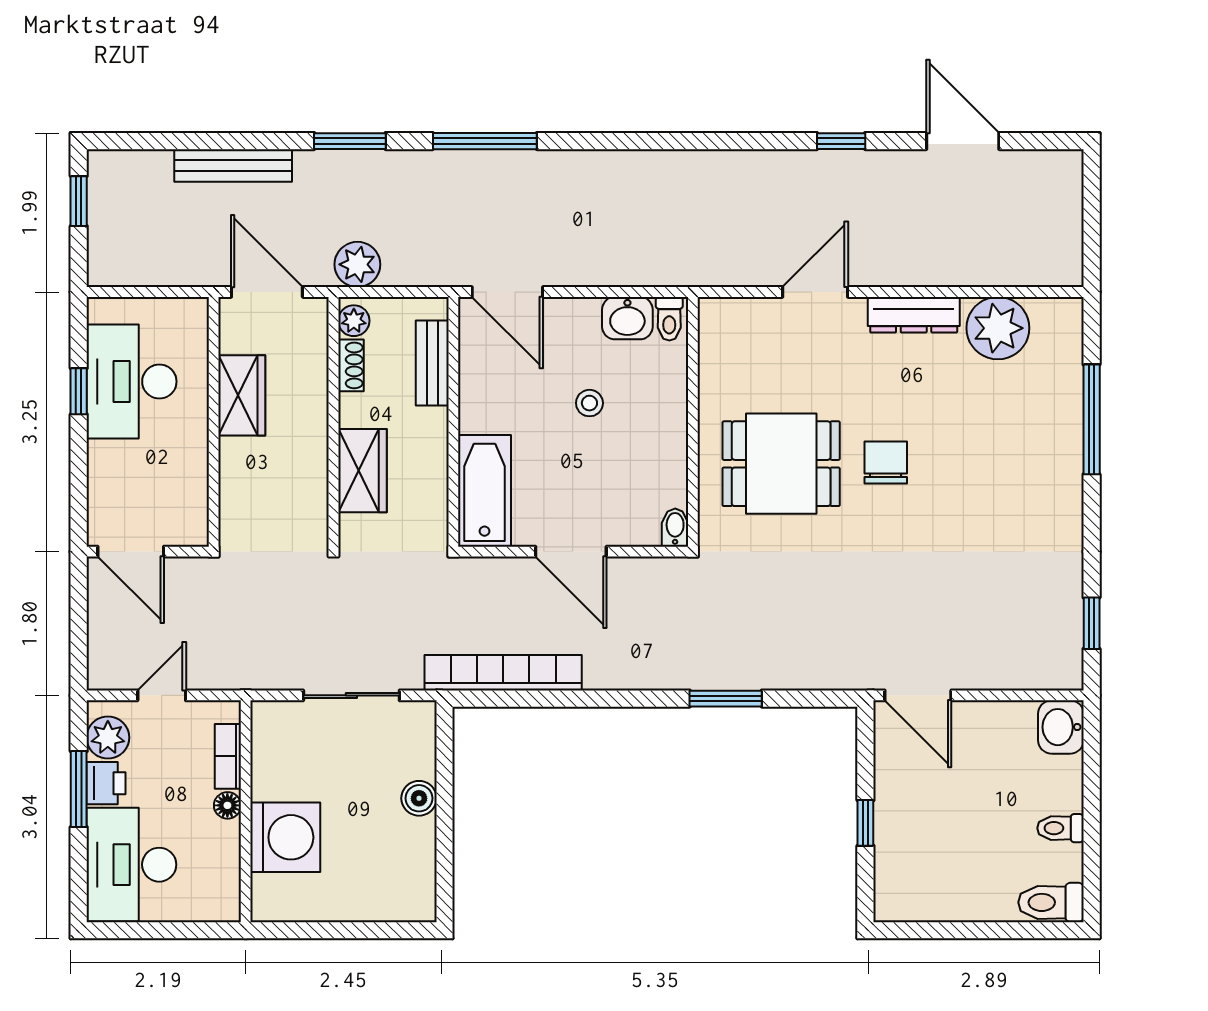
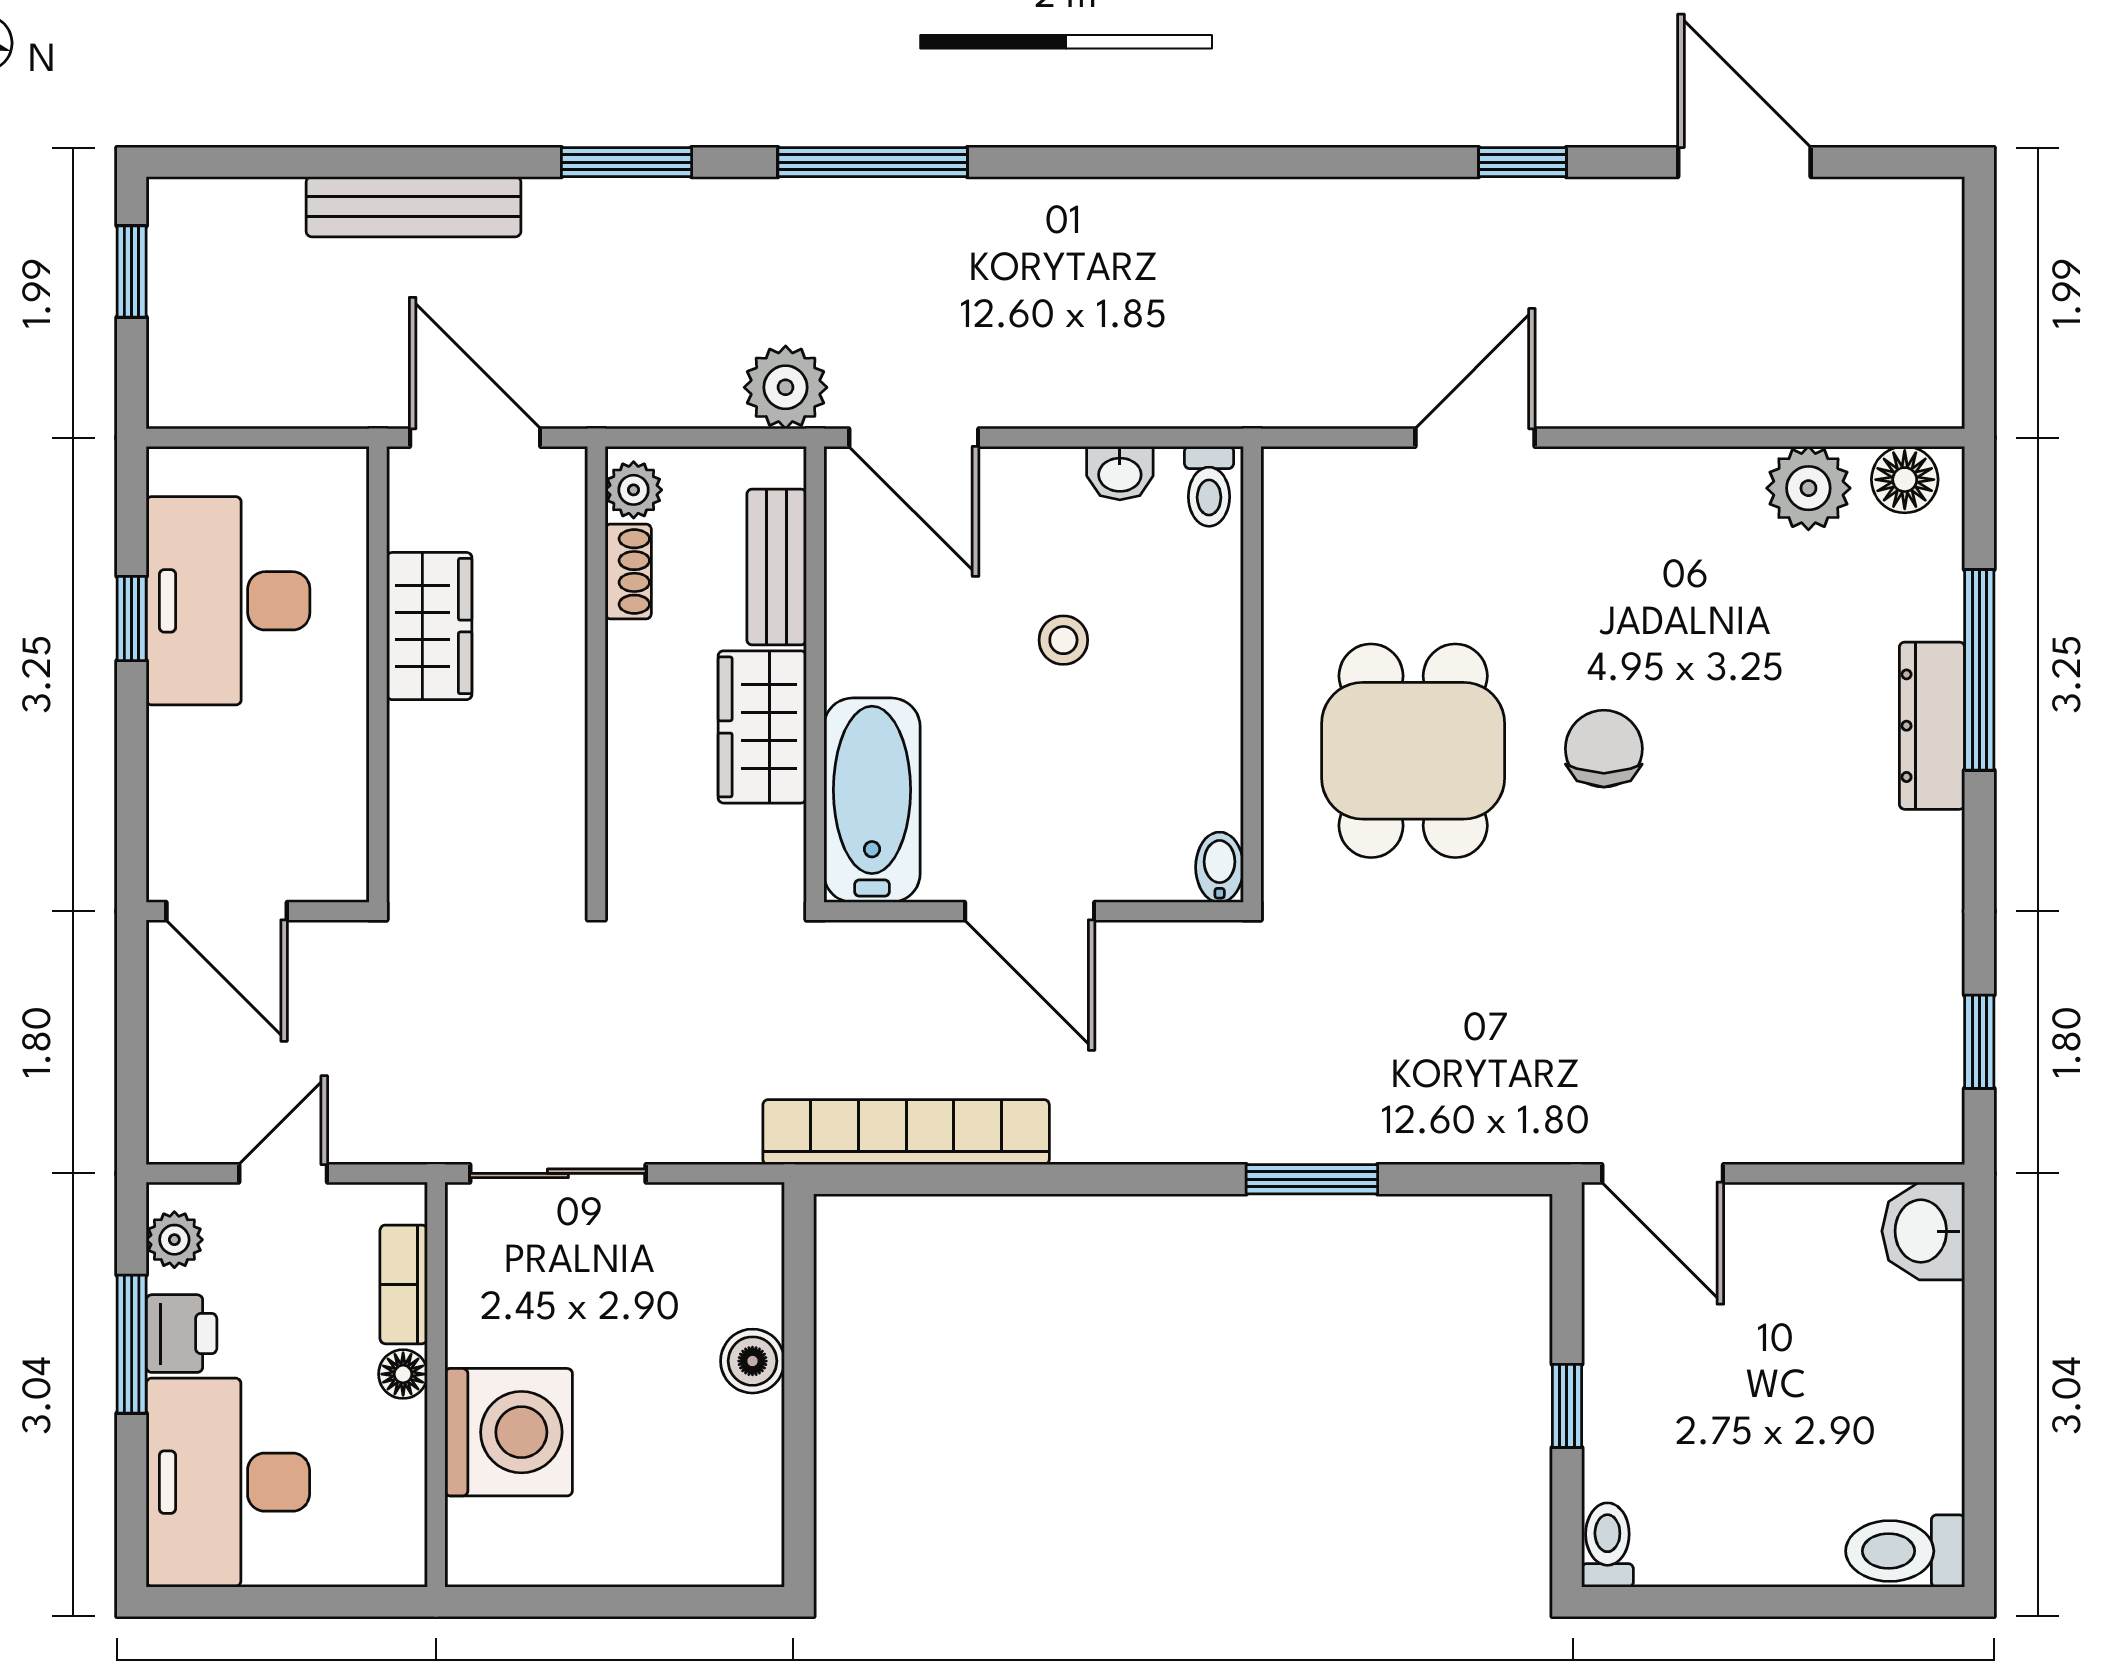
plant: (357, 264) -> (786, 387), moved
dresser: (914, 315) -> (1932, 726), moved, turned 90
floor lamp: (1051, 315) -> (1905, 480), added
washbasin: (627, 318) -> (1120, 473), width x0.72, depth x0.69
plant: (998, 328) -> (1808, 488), width x0.73, depth x0.73
dining table: (781, 464) -> (1413, 751), turned 90
wardrobe: (362, 471) -> (762, 727), moved, turned 180
sliding door: (351, 695) -> (558, 1173), moved
plant: (108, 738) -> (174, 1240), width x0.73, depth x0.73
toilet: (1060, 828) -> (1607, 1545), moved, turned 90

